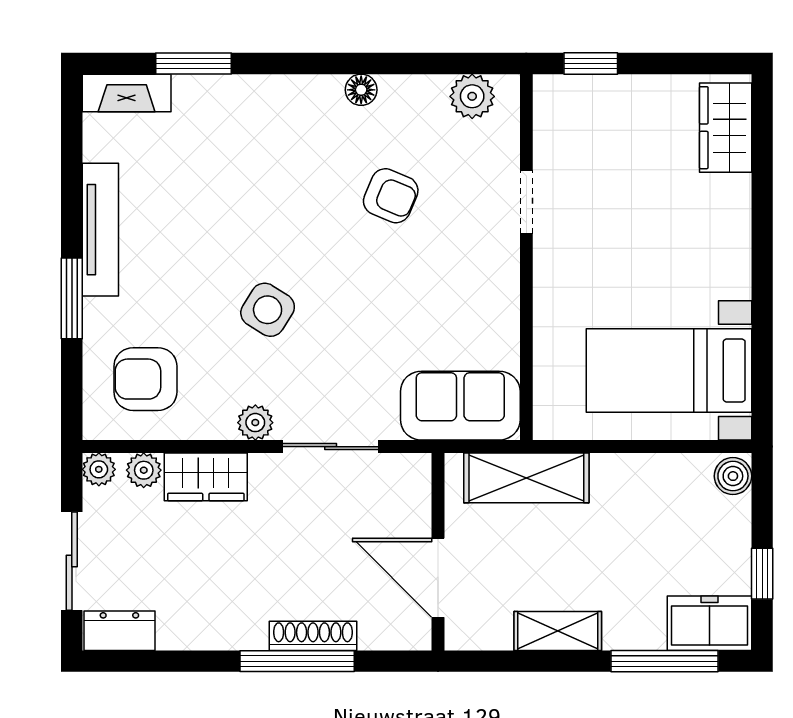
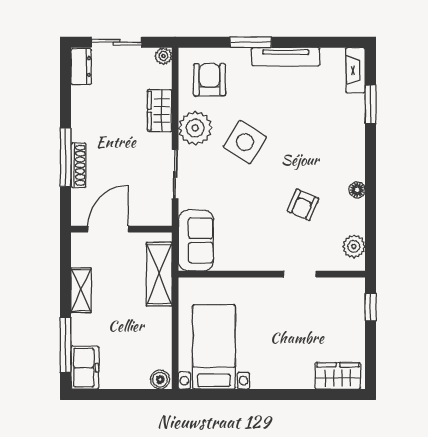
side table: (268, 310) -> (245, 142), width x1.37, depth x1.37
plant: (255, 423) -> (195, 128), width x1.88, depth x1.88
plant: (144, 470) -> (163, 79), removed
window: (762, 574) -> (110, 394), removed

